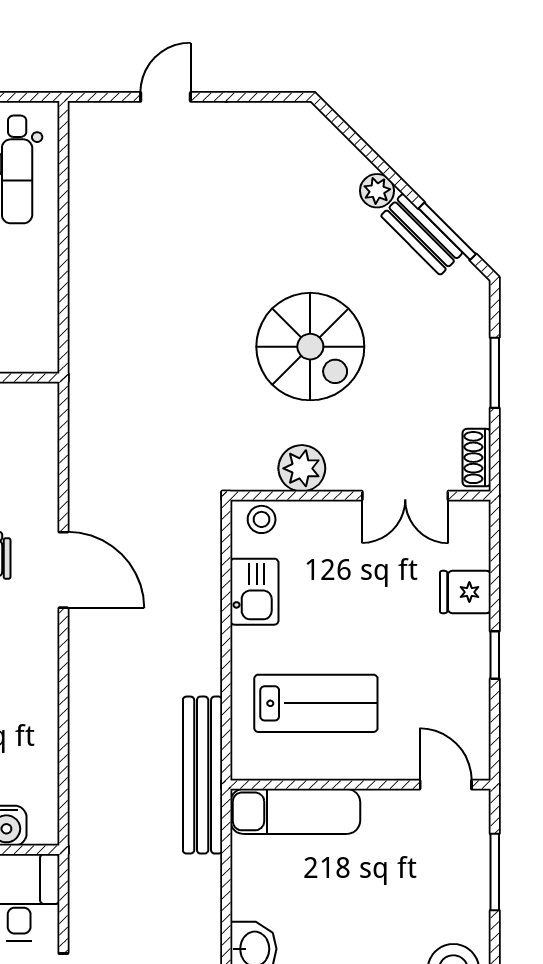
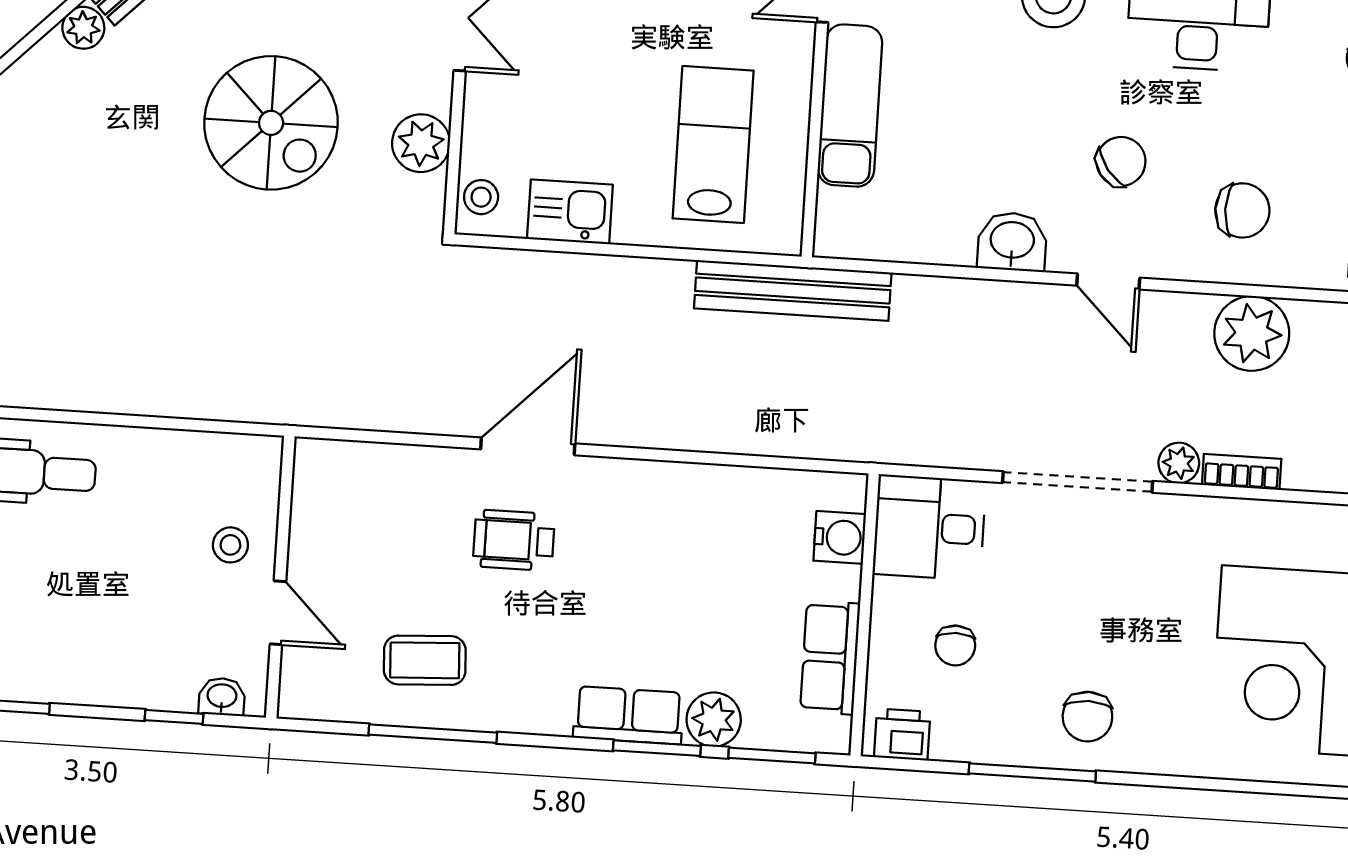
spiral stairs: (310, 347) -> (271, 123), turned 90
exam couch: (295, 811) -> (850, 106), moved

